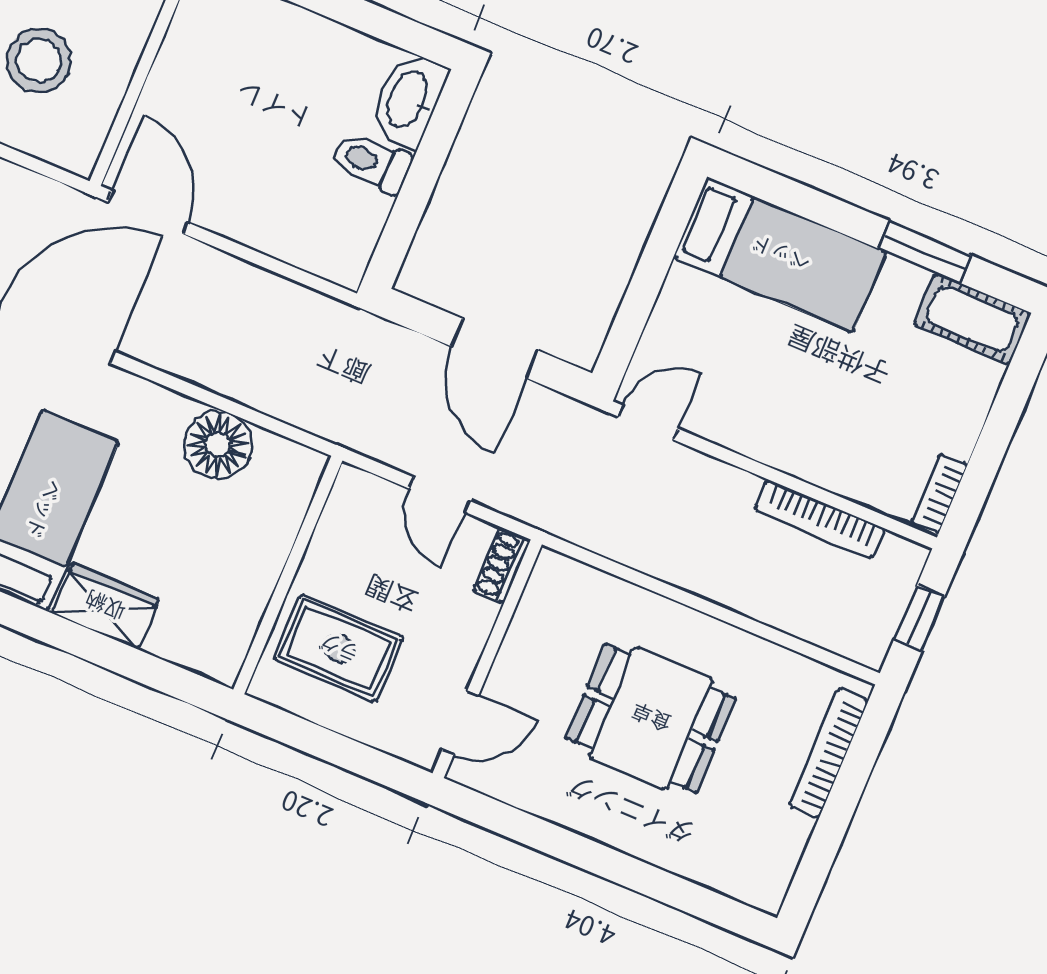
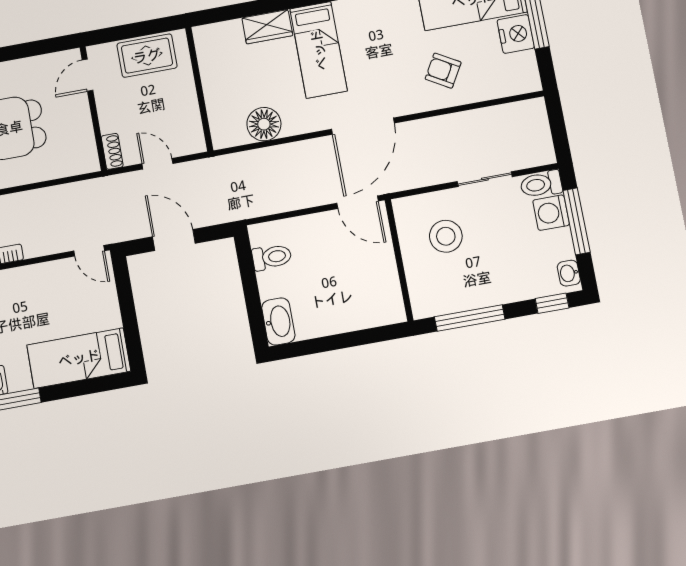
toilet: (372, 162) -> (272, 257), moved
door: (648, 422) -> (89, 251), hinge flipped
rug: (339, 648) -> (147, 56), moved

